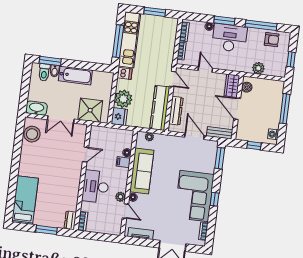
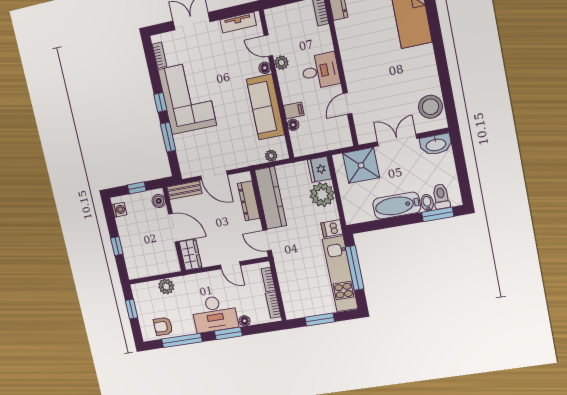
boiler: (247, 87) -> (159, 201), moved
window: (285, 109) -> (117, 246), width x0.46
window: (220, 158) -> (168, 137), moved
desk: (96, 186) -> (320, 71), width x0.73

